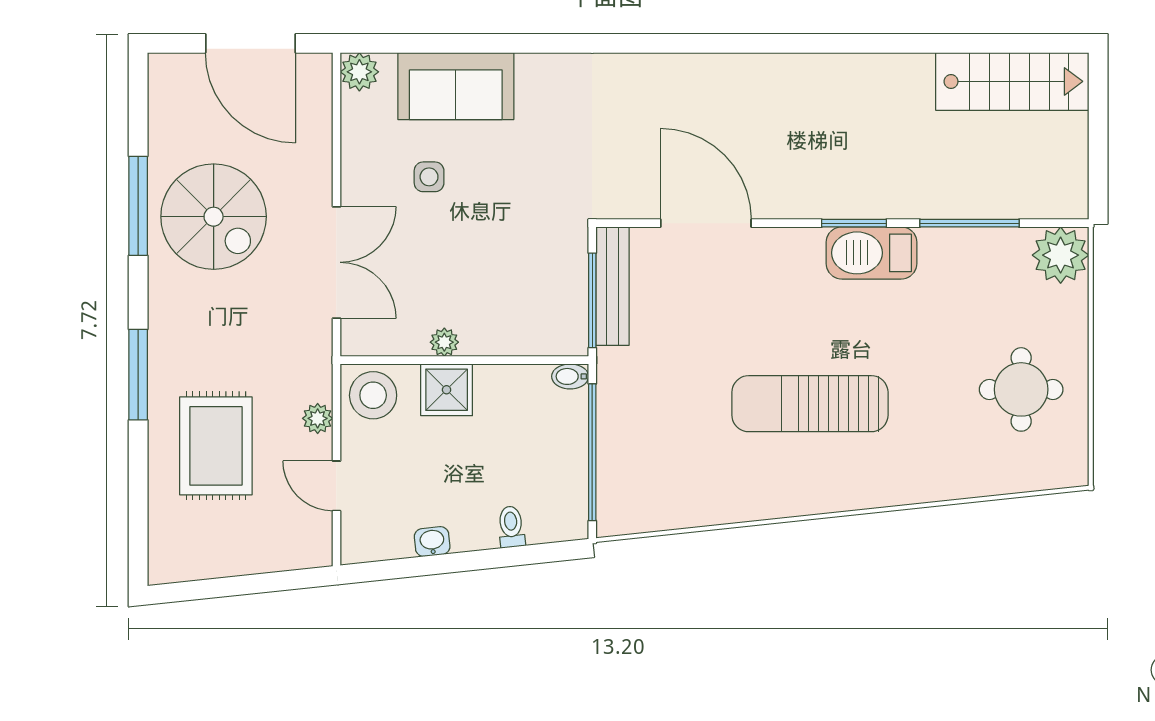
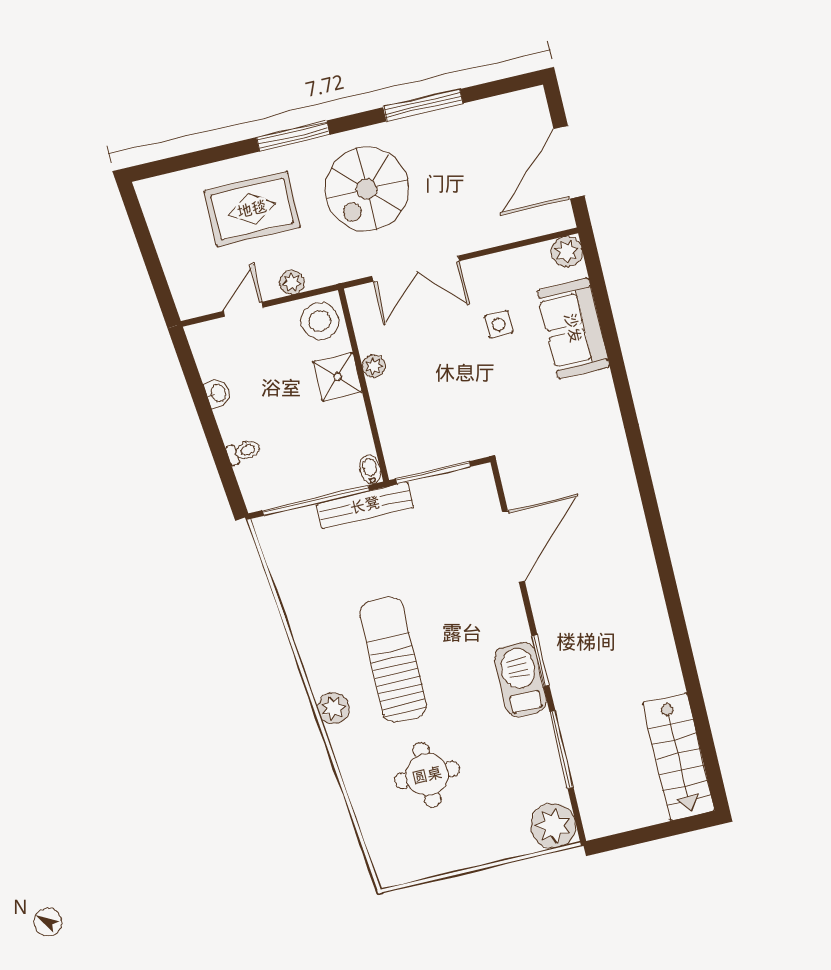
spiral stairs: (214, 217) -> (367, 189), moved
bench: (613, 286) -> (365, 505), moved
round table: (1021, 389) -> (427, 775), moved
plant: (852, 491) -> (333, 708), added

